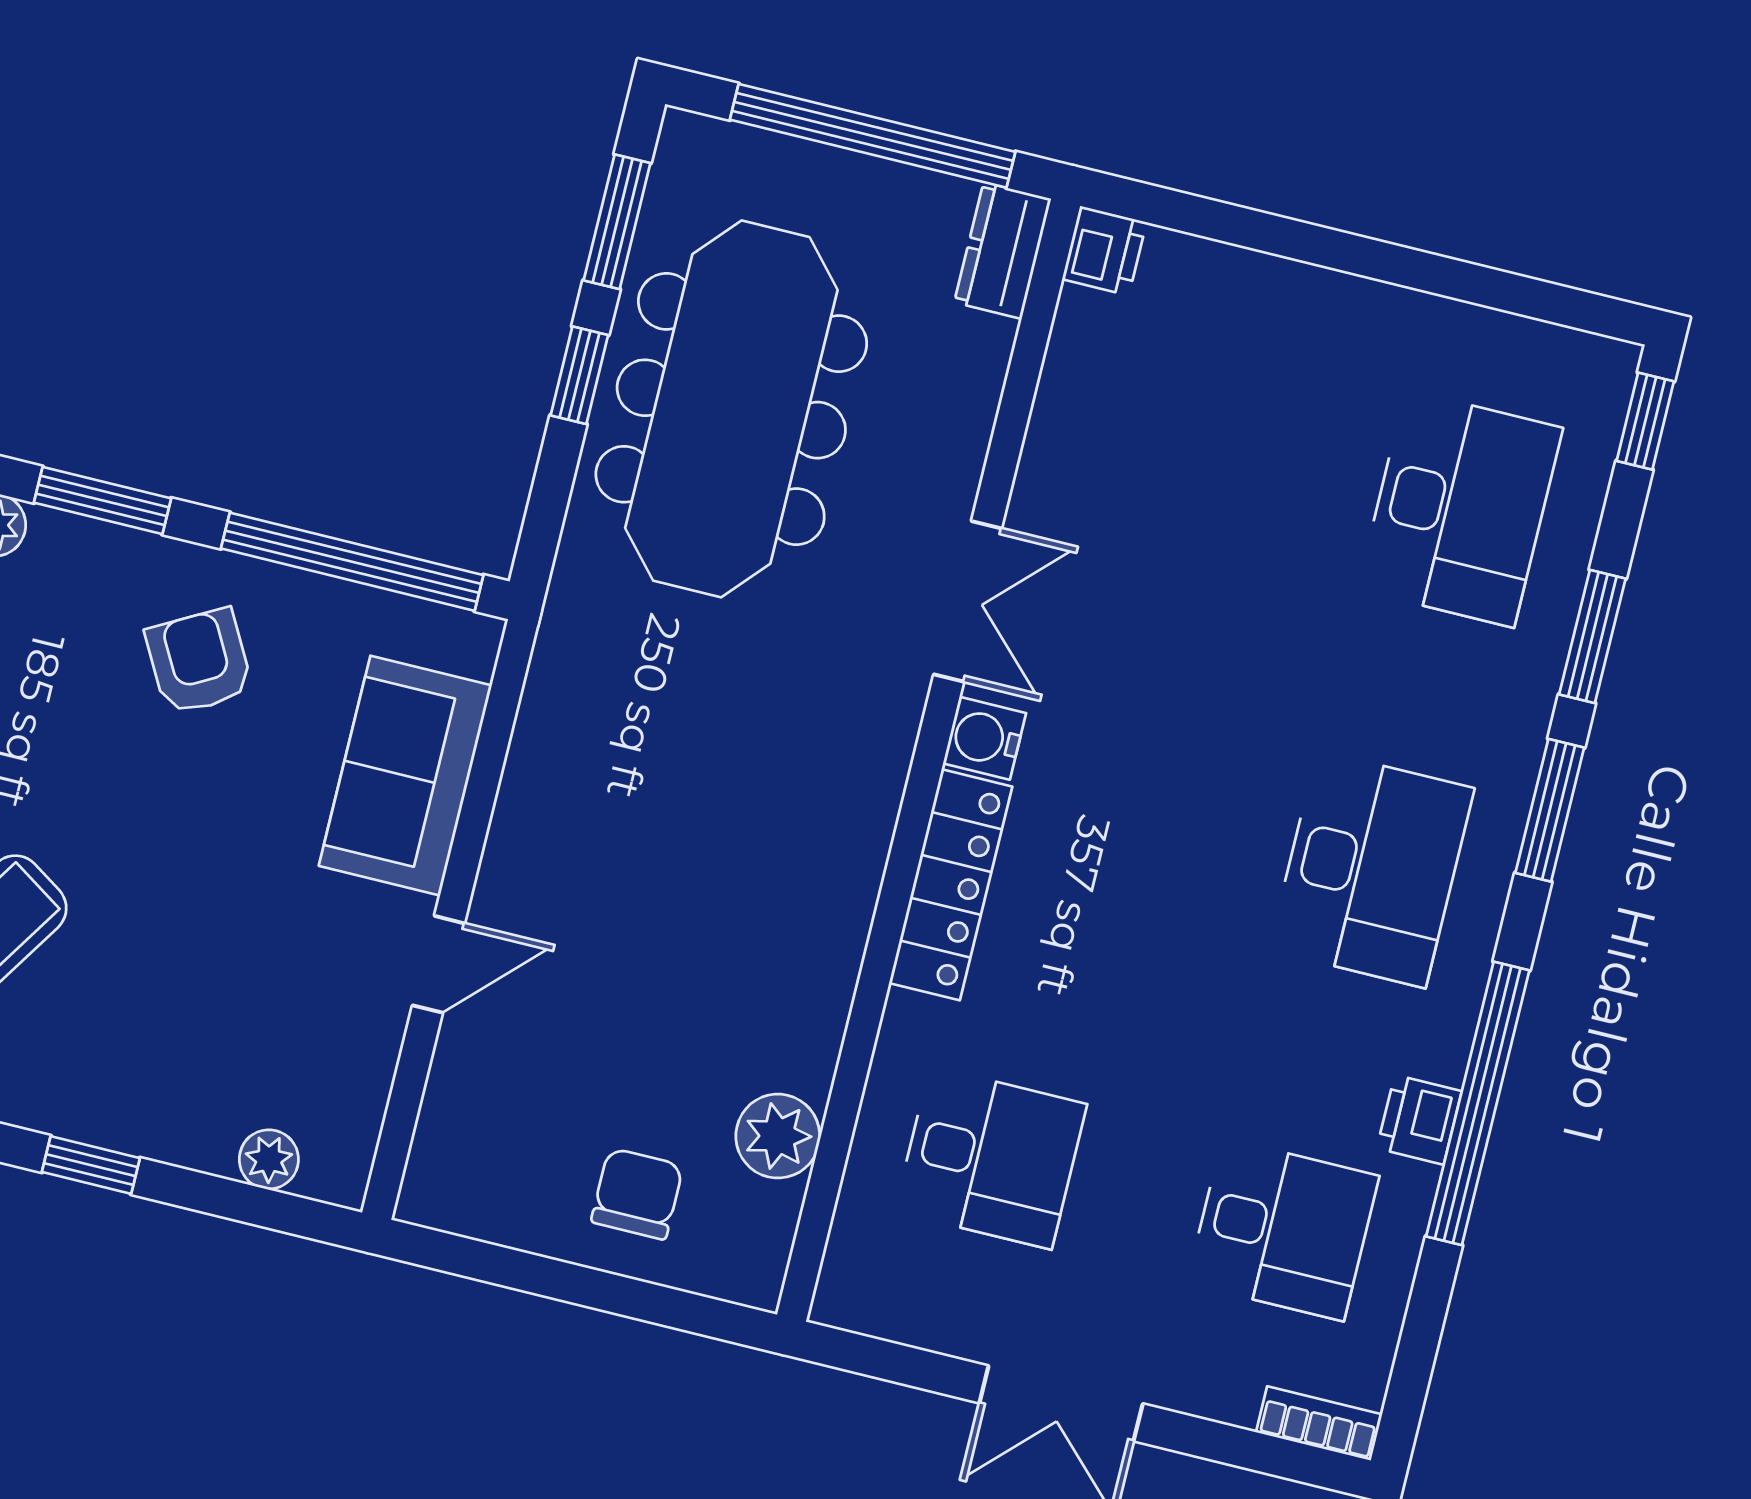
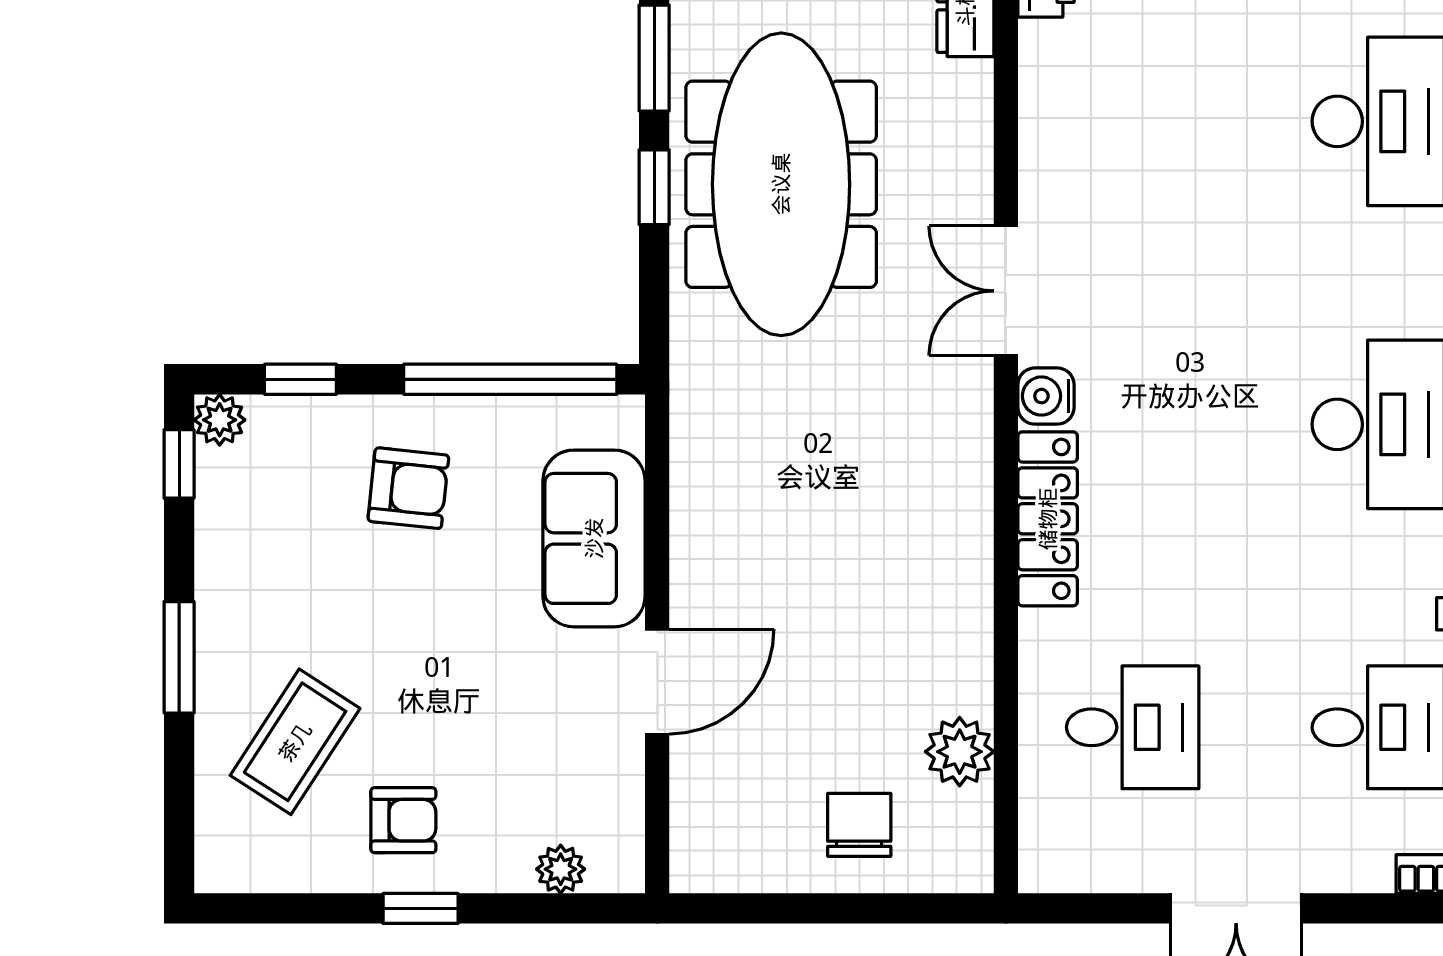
window: (102, 500) -> (300, 379), width x0.67
double door: (968, 601) -> (1006, 291), swing flipped
armchair: (199, 662) -> (408, 488), turned 125
door: (438, 964) -> (657, 682), width x1.38
armchair: (96, 1055) -> (403, 820), added

